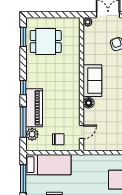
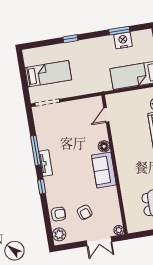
chair: (58, 139) -> (129, 103), removed

